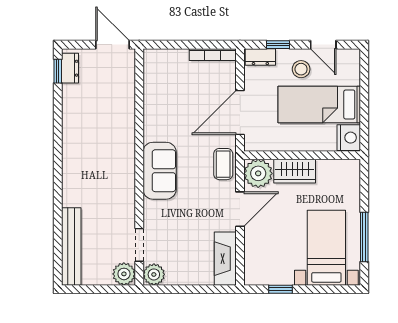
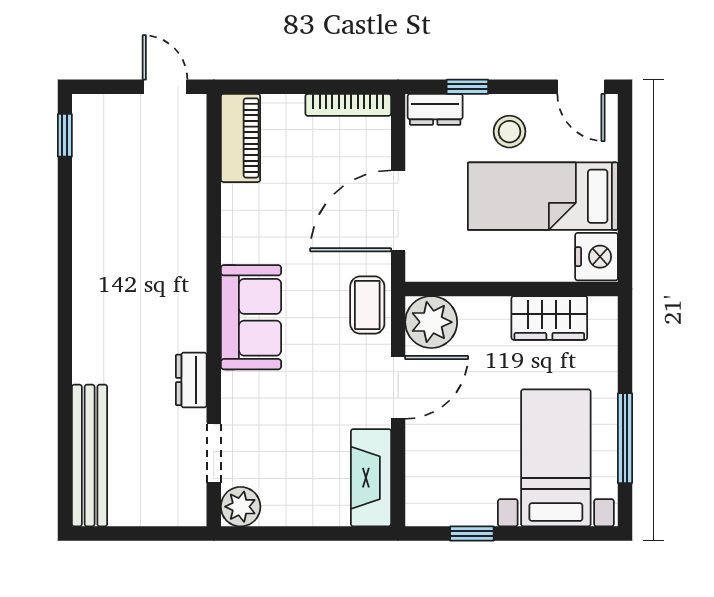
door: (113, 45) -> (165, 87), width x0.73
door: (323, 45) -> (581, 87), moved
dresser: (70, 68) -> (191, 380), moved, turned 180
piano: (154, 73) -> (241, 138), added
wardrobe: (295, 171) -> (549, 318), moved
plant: (124, 274) -> (186, 506), removed

